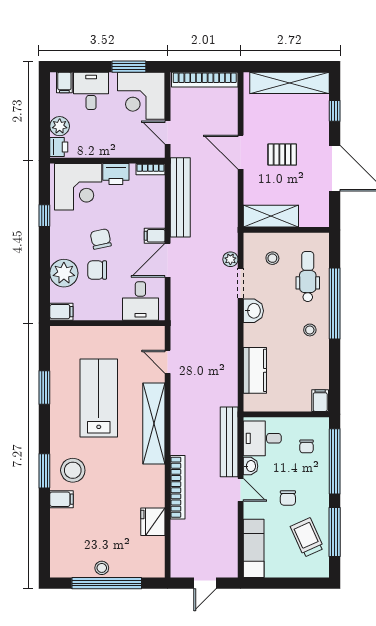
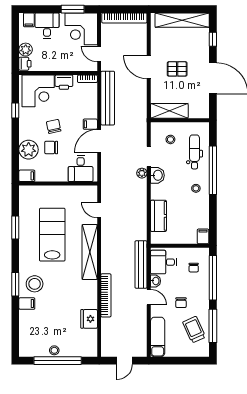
plant: (230, 259) -> (142, 173), moved

